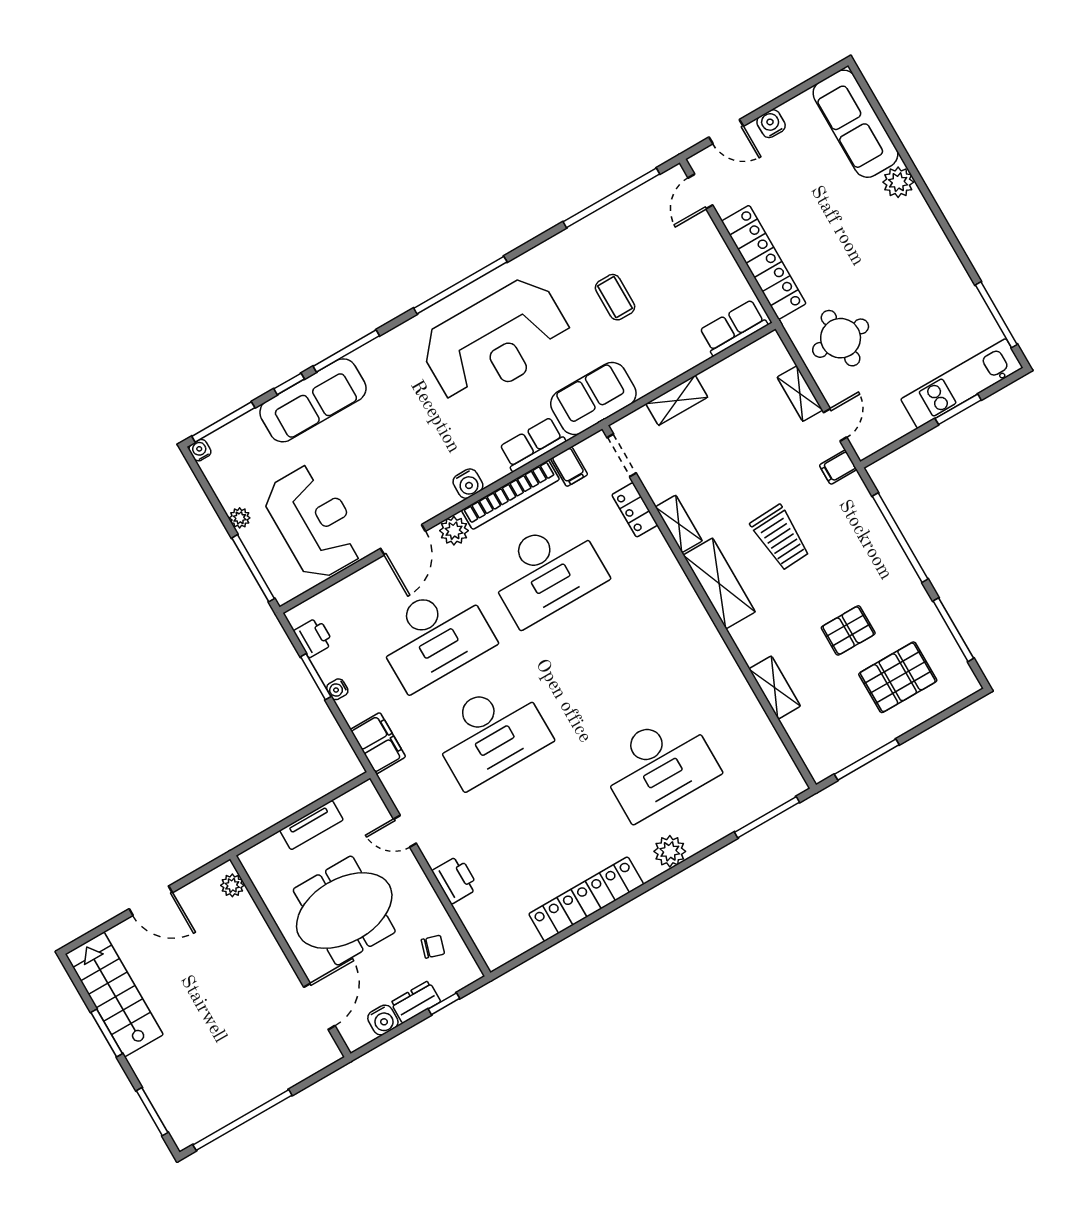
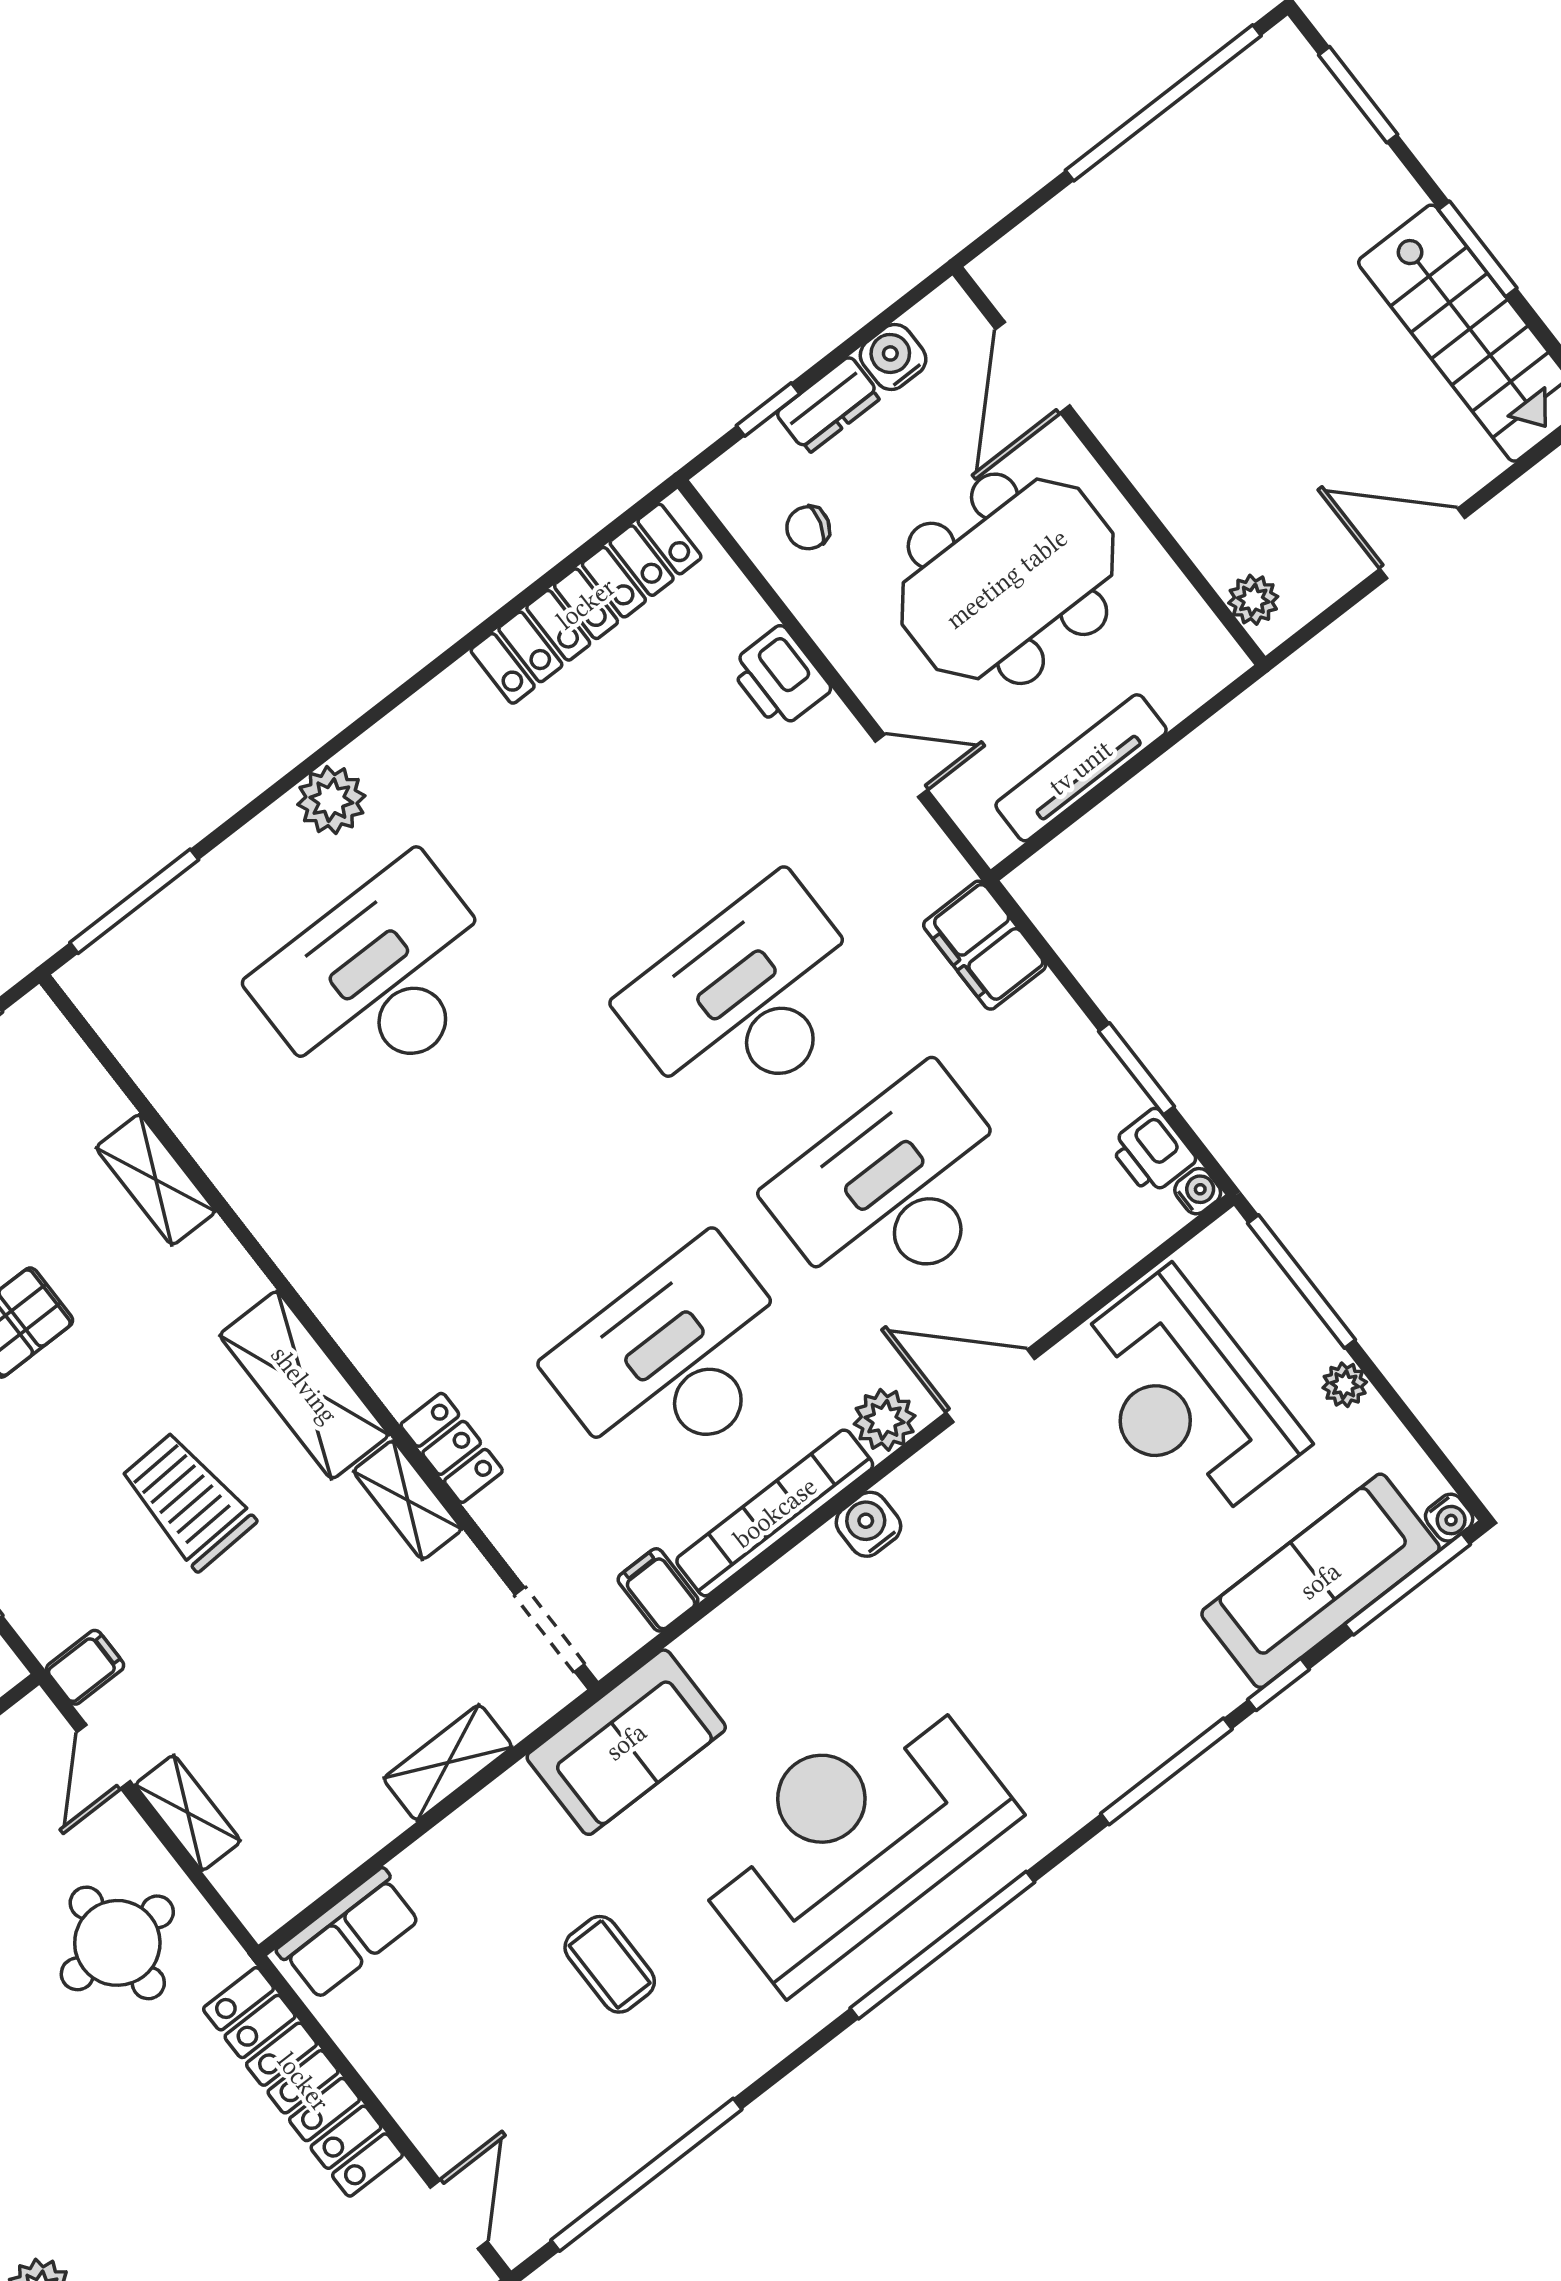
sofa: (313, 400) -> (1320, 1581), moved
row of seats: (532, 444) -> (743, 1627), removed
locker: (635, 510) -> (452, 1448), moved
door: (403, 540) -> (990, 1386), hinge flipped
water cooler: (337, 689) -> (1198, 1191), moved
tv unit: (312, 825) -> (1081, 768), width x1.41
locker: (586, 899) -> (586, 604), moved

